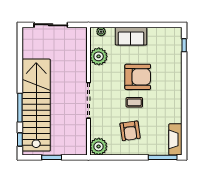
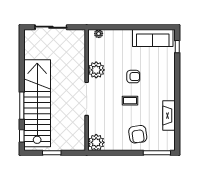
sofa: (131, 36) -> (153, 38), moved, width x1.36
plant: (99, 56) -> (96, 70), moved
armchair: (138, 77) -> (133, 77), width x0.53, depth x0.53
armchair: (130, 131) -> (138, 134), moved
fireplace: (175, 139) -> (169, 116), moved

